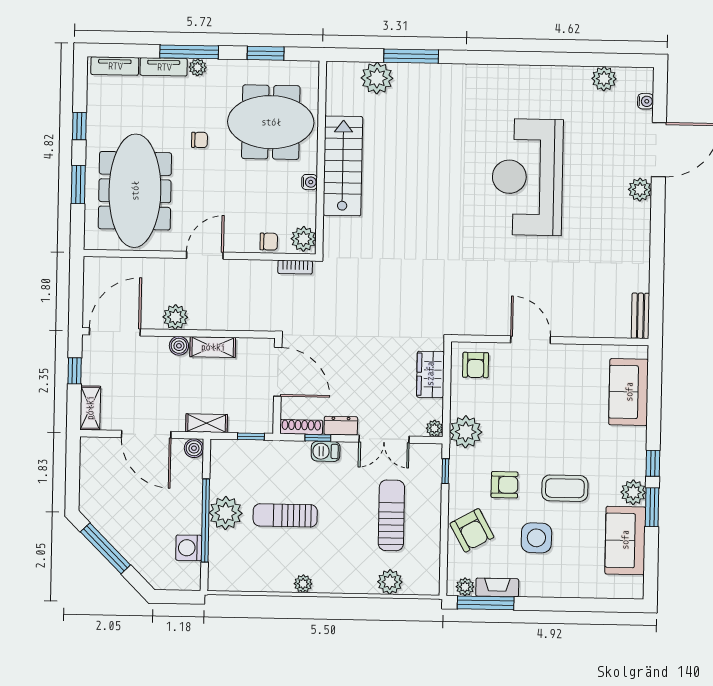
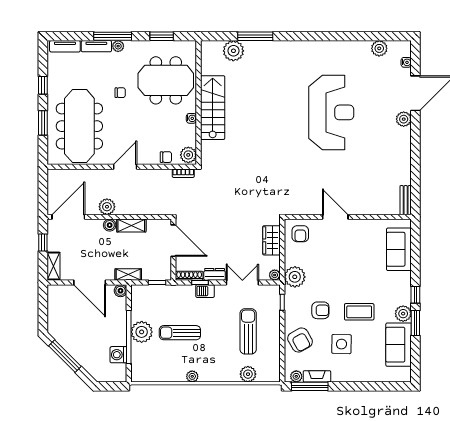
reception desk: (527, 177) -> (331, 112), turned 180
double door: (384, 439) -> (242, 282), swing flipped

